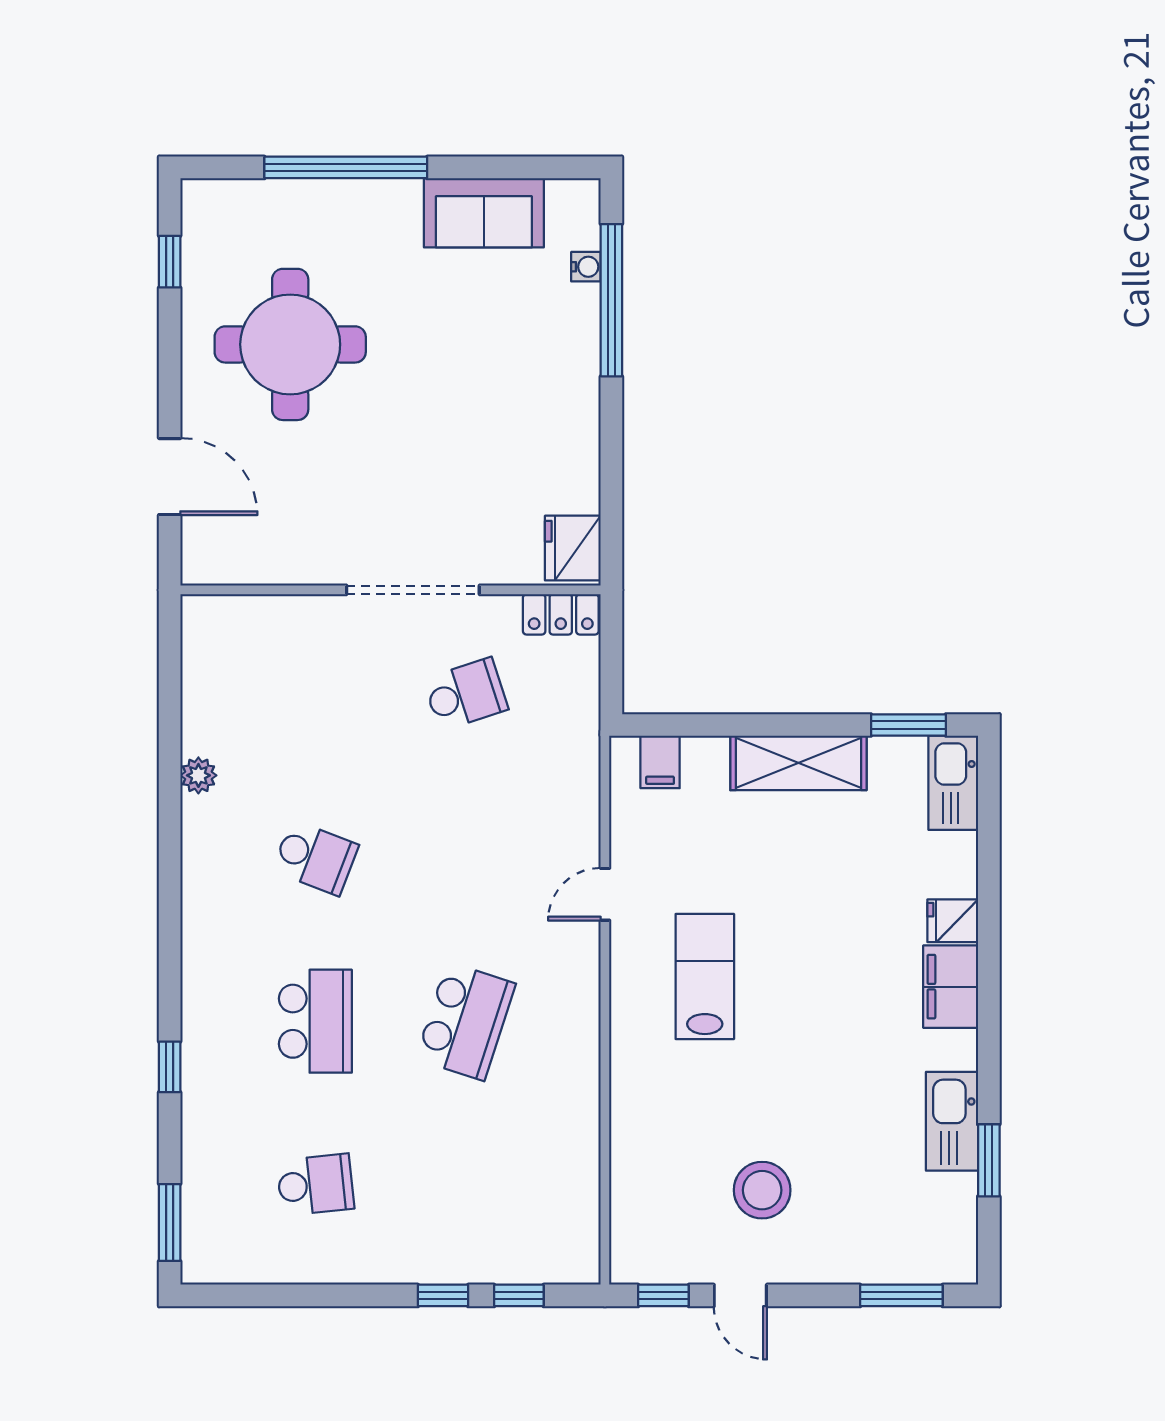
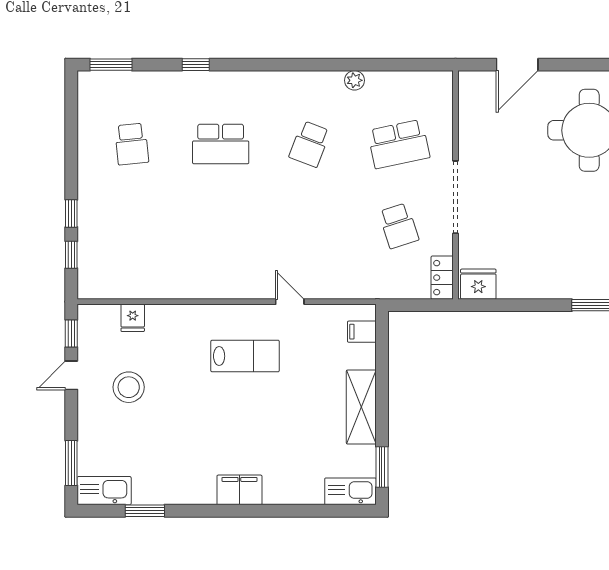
fridge: (953, 921) -> (133, 318), moved, turned 180
school desk: (466, 1021) -> (399, 144), moved, turned -30
kitchen sink: (952, 1121) -> (104, 491), moved

